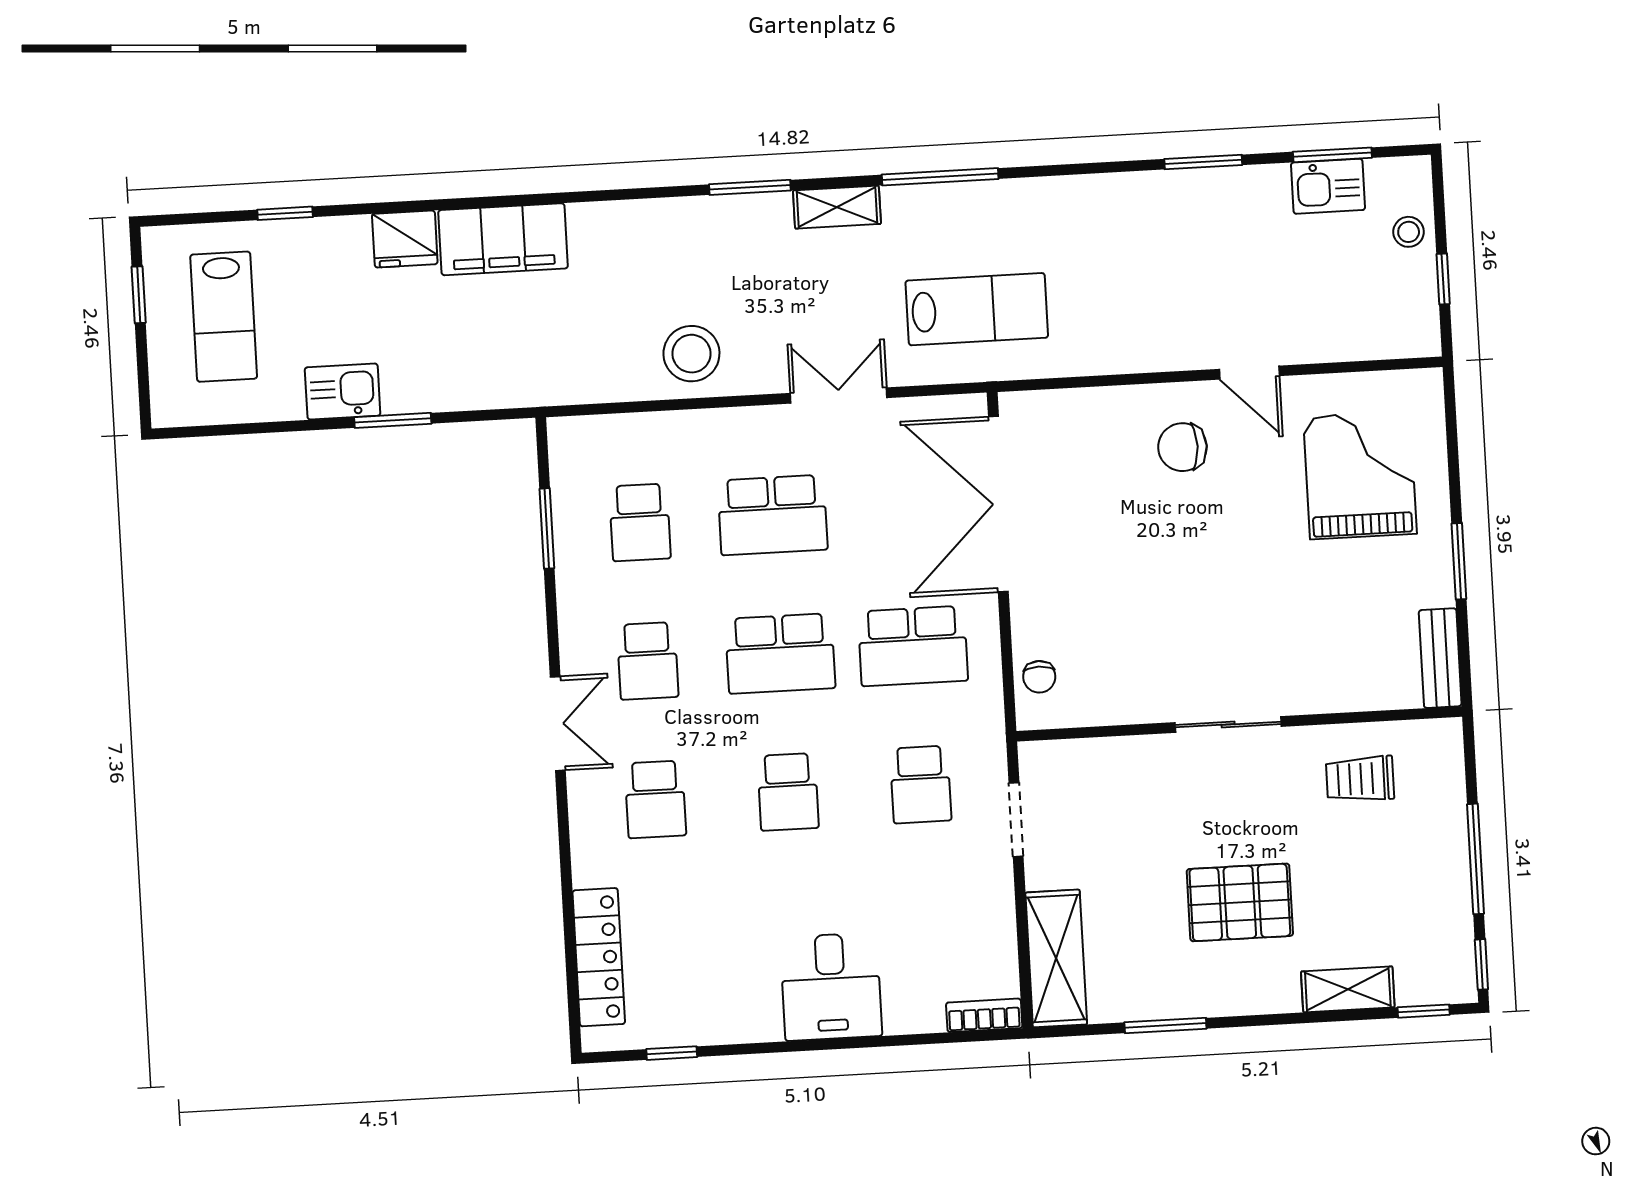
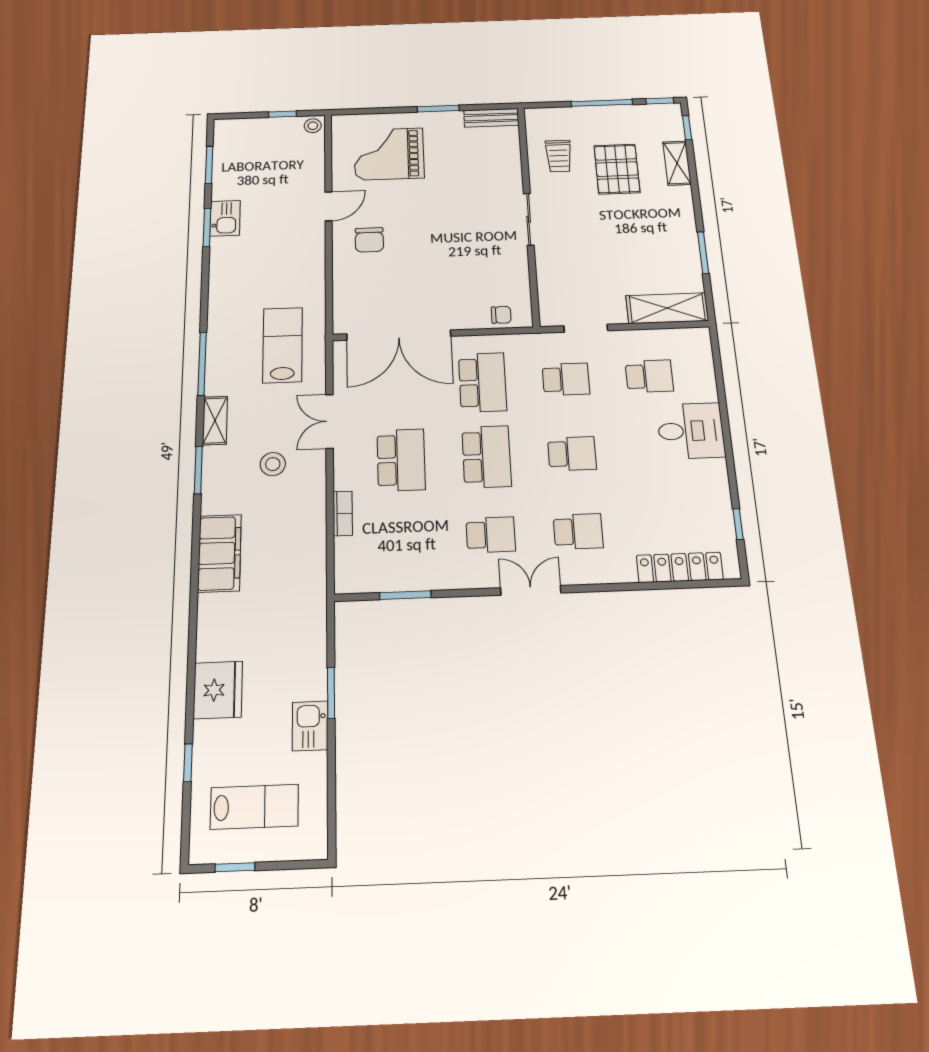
kitchen sink: (1328, 186) -> (225, 218), moved
stool: (1409, 232) -> (313, 126), moved
fridge: (405, 239) -> (218, 690), width x1.36, depth x1.34
filing cabinet: (503, 239) -> (219, 553), moved
stool: (691, 354) -> (273, 464), moved, width x0.73, depth x0.73
school desk: (640, 522) -> (649, 376), moved
pallet: (1240, 902) -> (617, 169), moved
bookcase: (984, 1015) -> (343, 513), moved, turned 180

